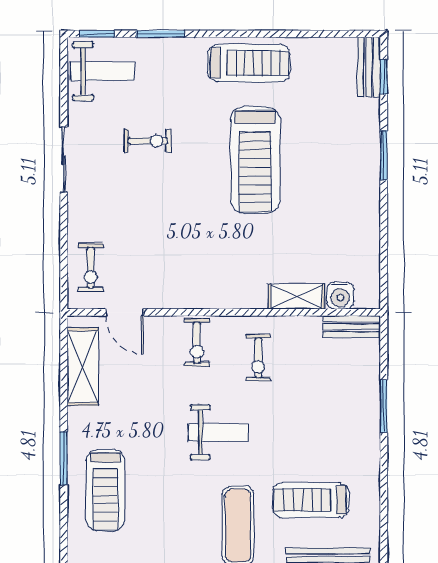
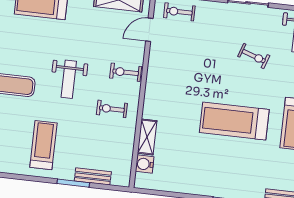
exercise bike: (148, 141) -> (254, 56), turned -71
bench: (352, 327) -> (93, 176), moved, turned 90
treadmill: (311, 500) -> (43, 145), moved

